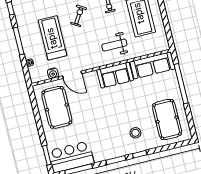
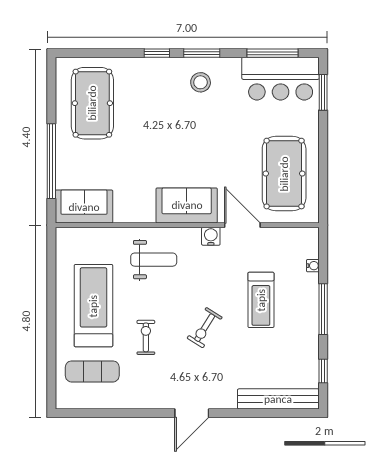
treadmill: (53, 38) -> (261, 300), width x0.73, depth x0.73
sofa: (152, 65) -> (84, 207), width x0.73
water cooler: (53, 73) -> (211, 236), moved
sofa: (115, 75) -> (187, 205), moved
stool: (135, 133) -> (201, 82), moved

